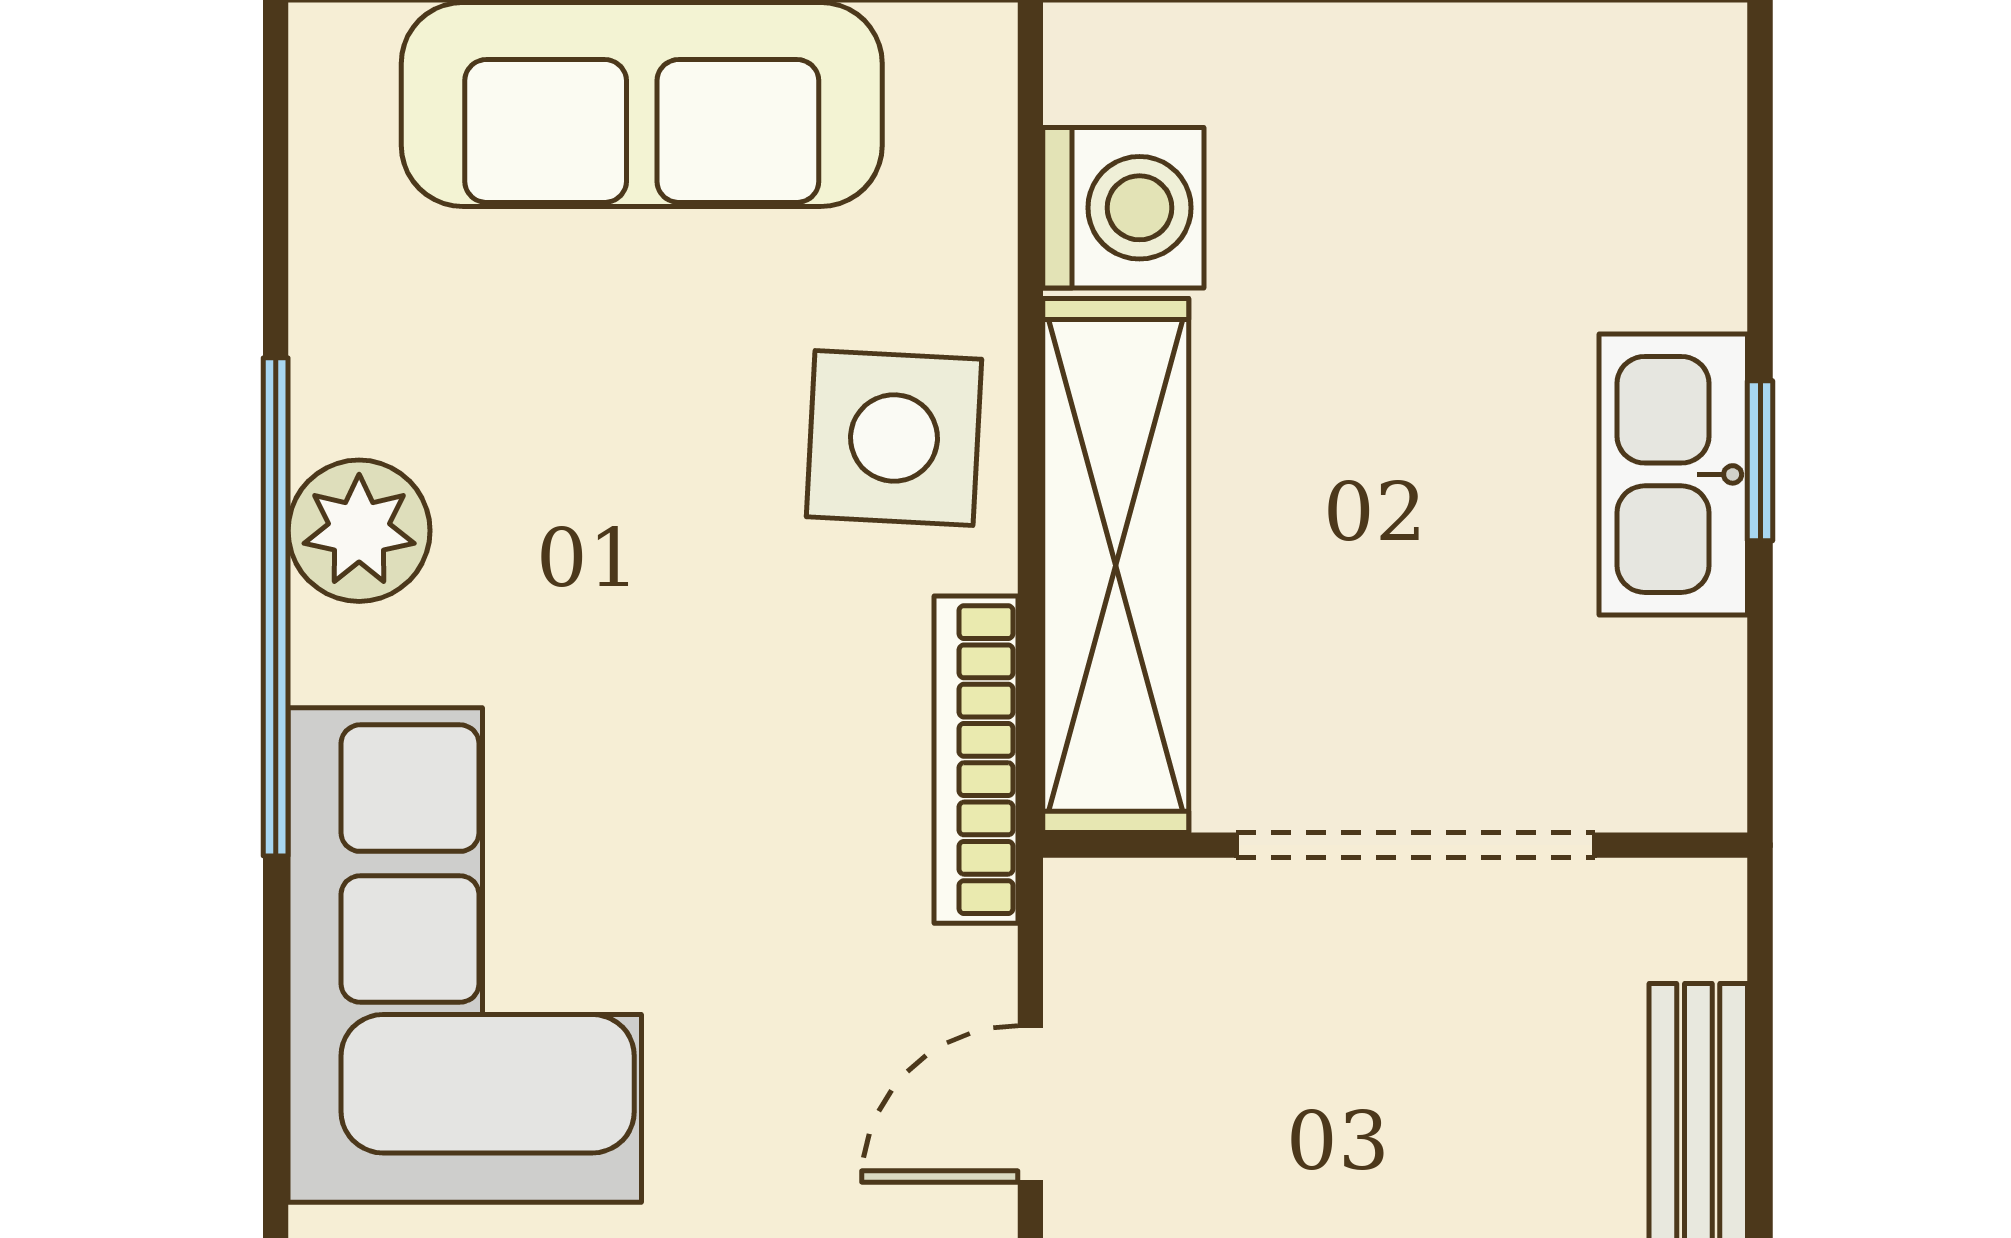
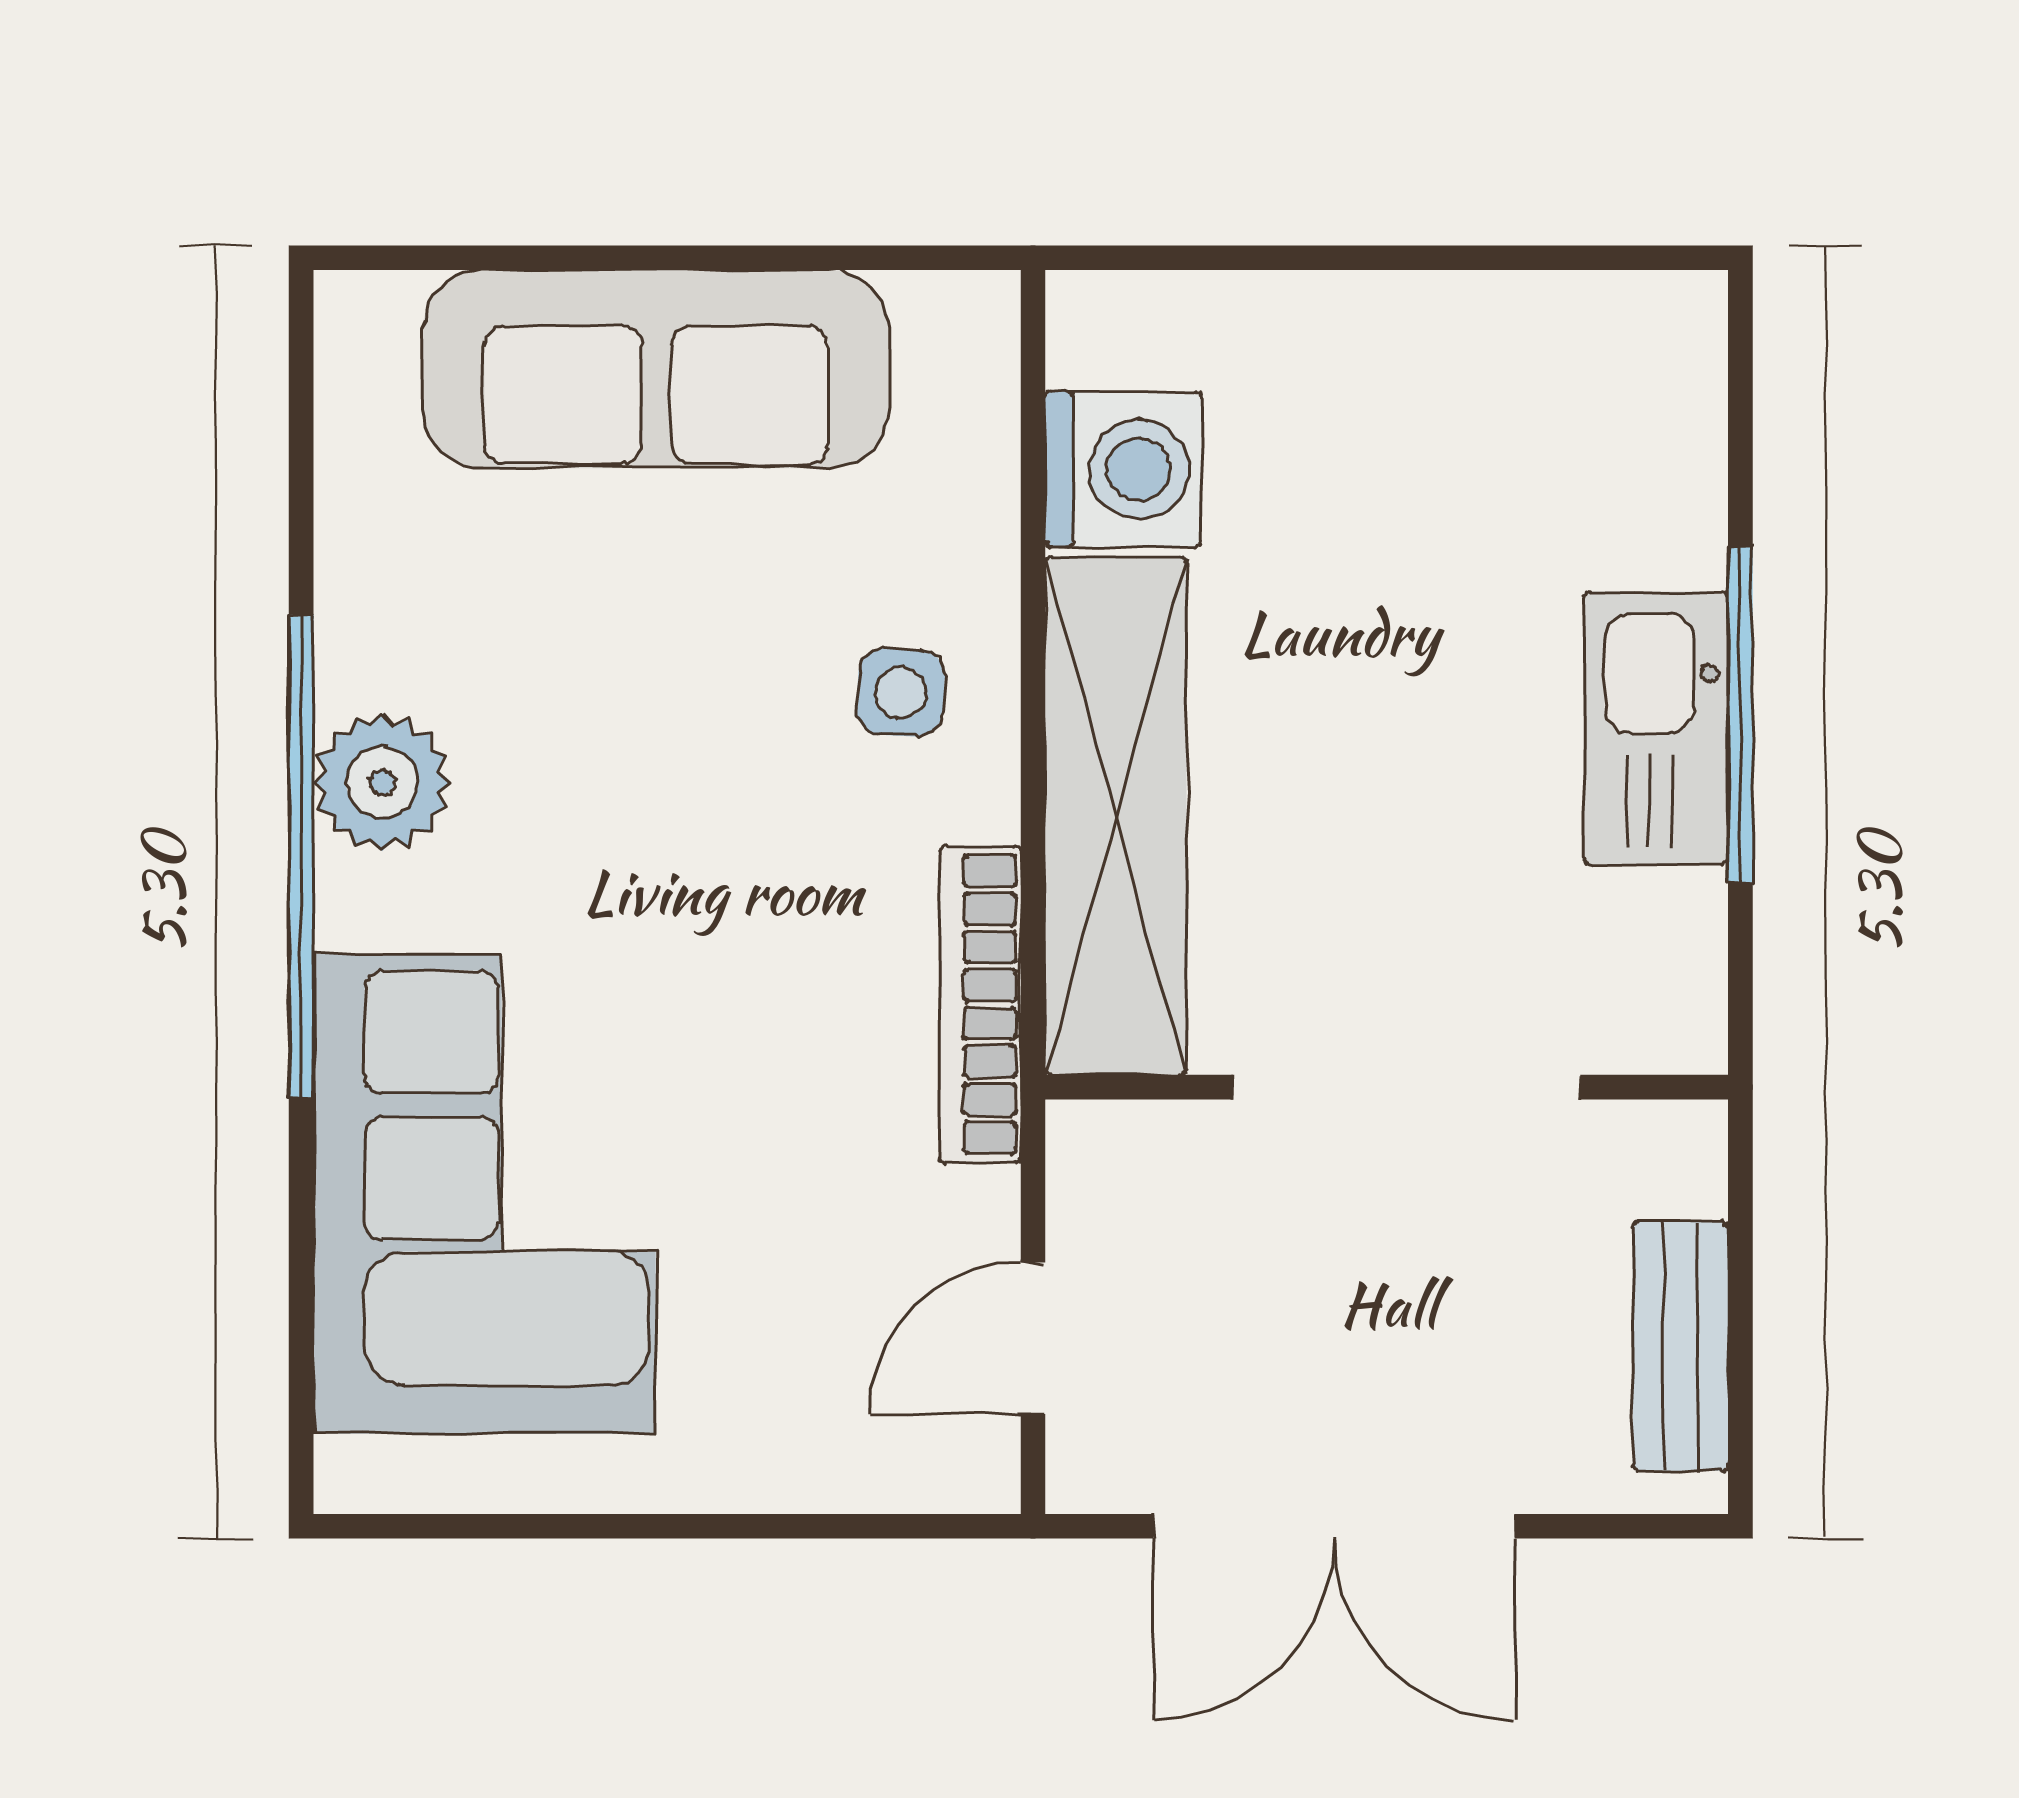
side table: (894, 438) -> (901, 692), width x0.54, depth x0.54
window: (1760, 461) -> (1740, 714), width x2.17

